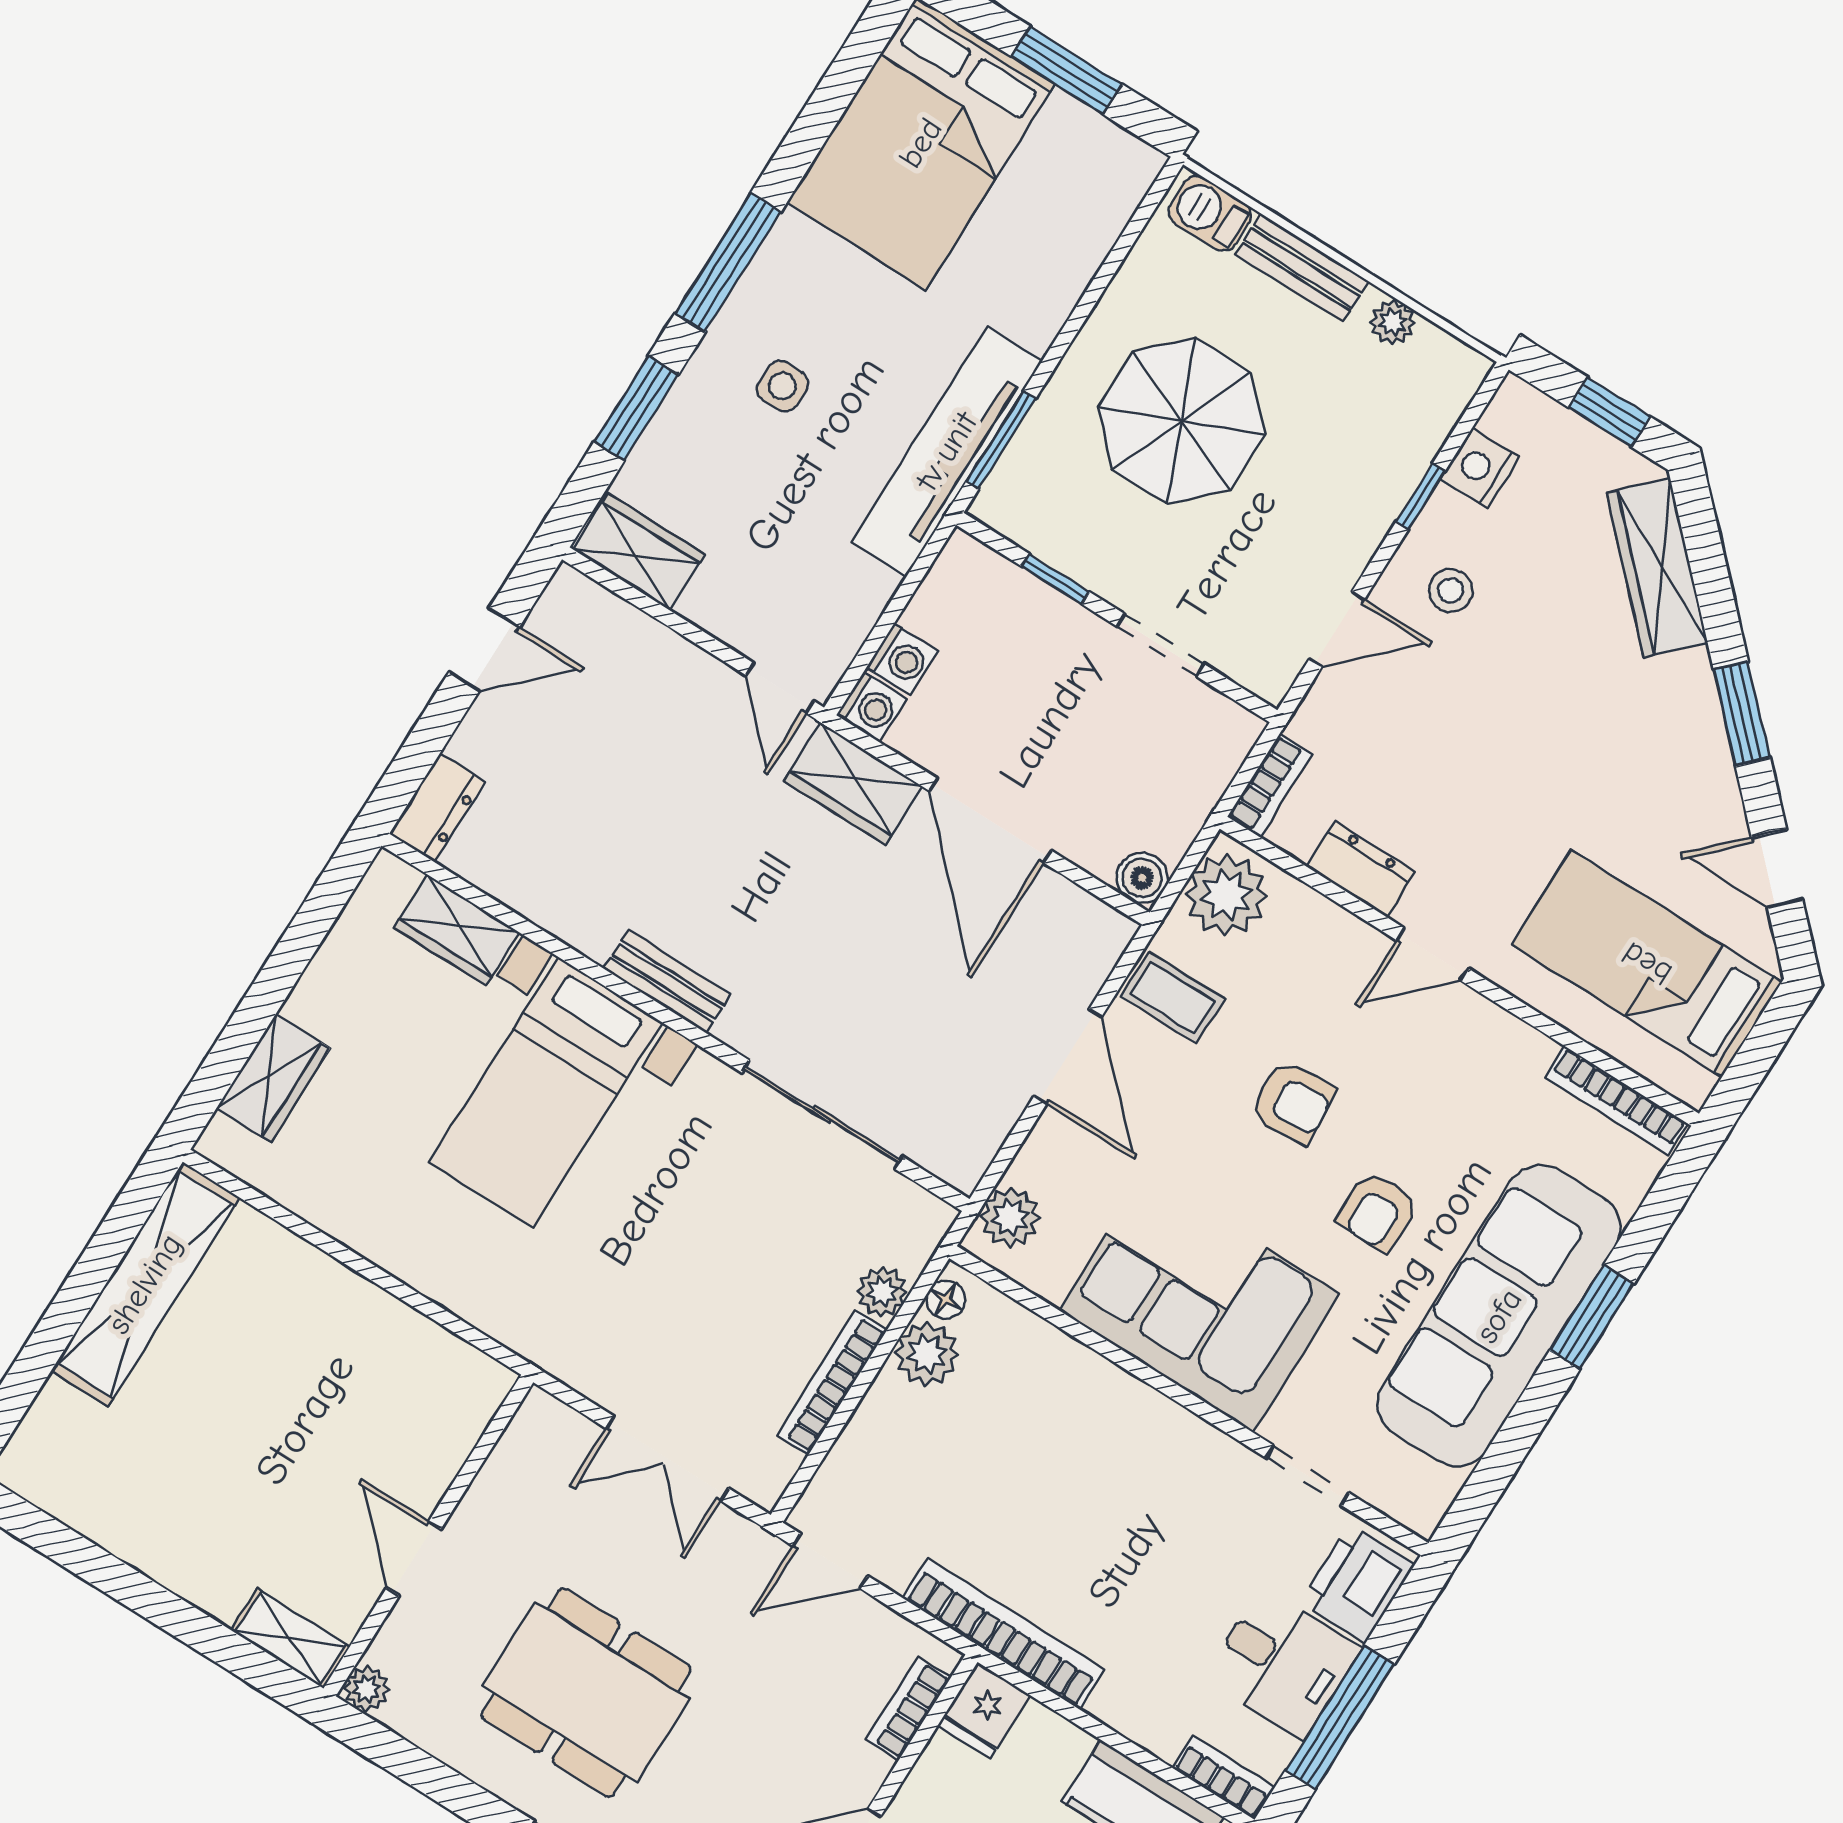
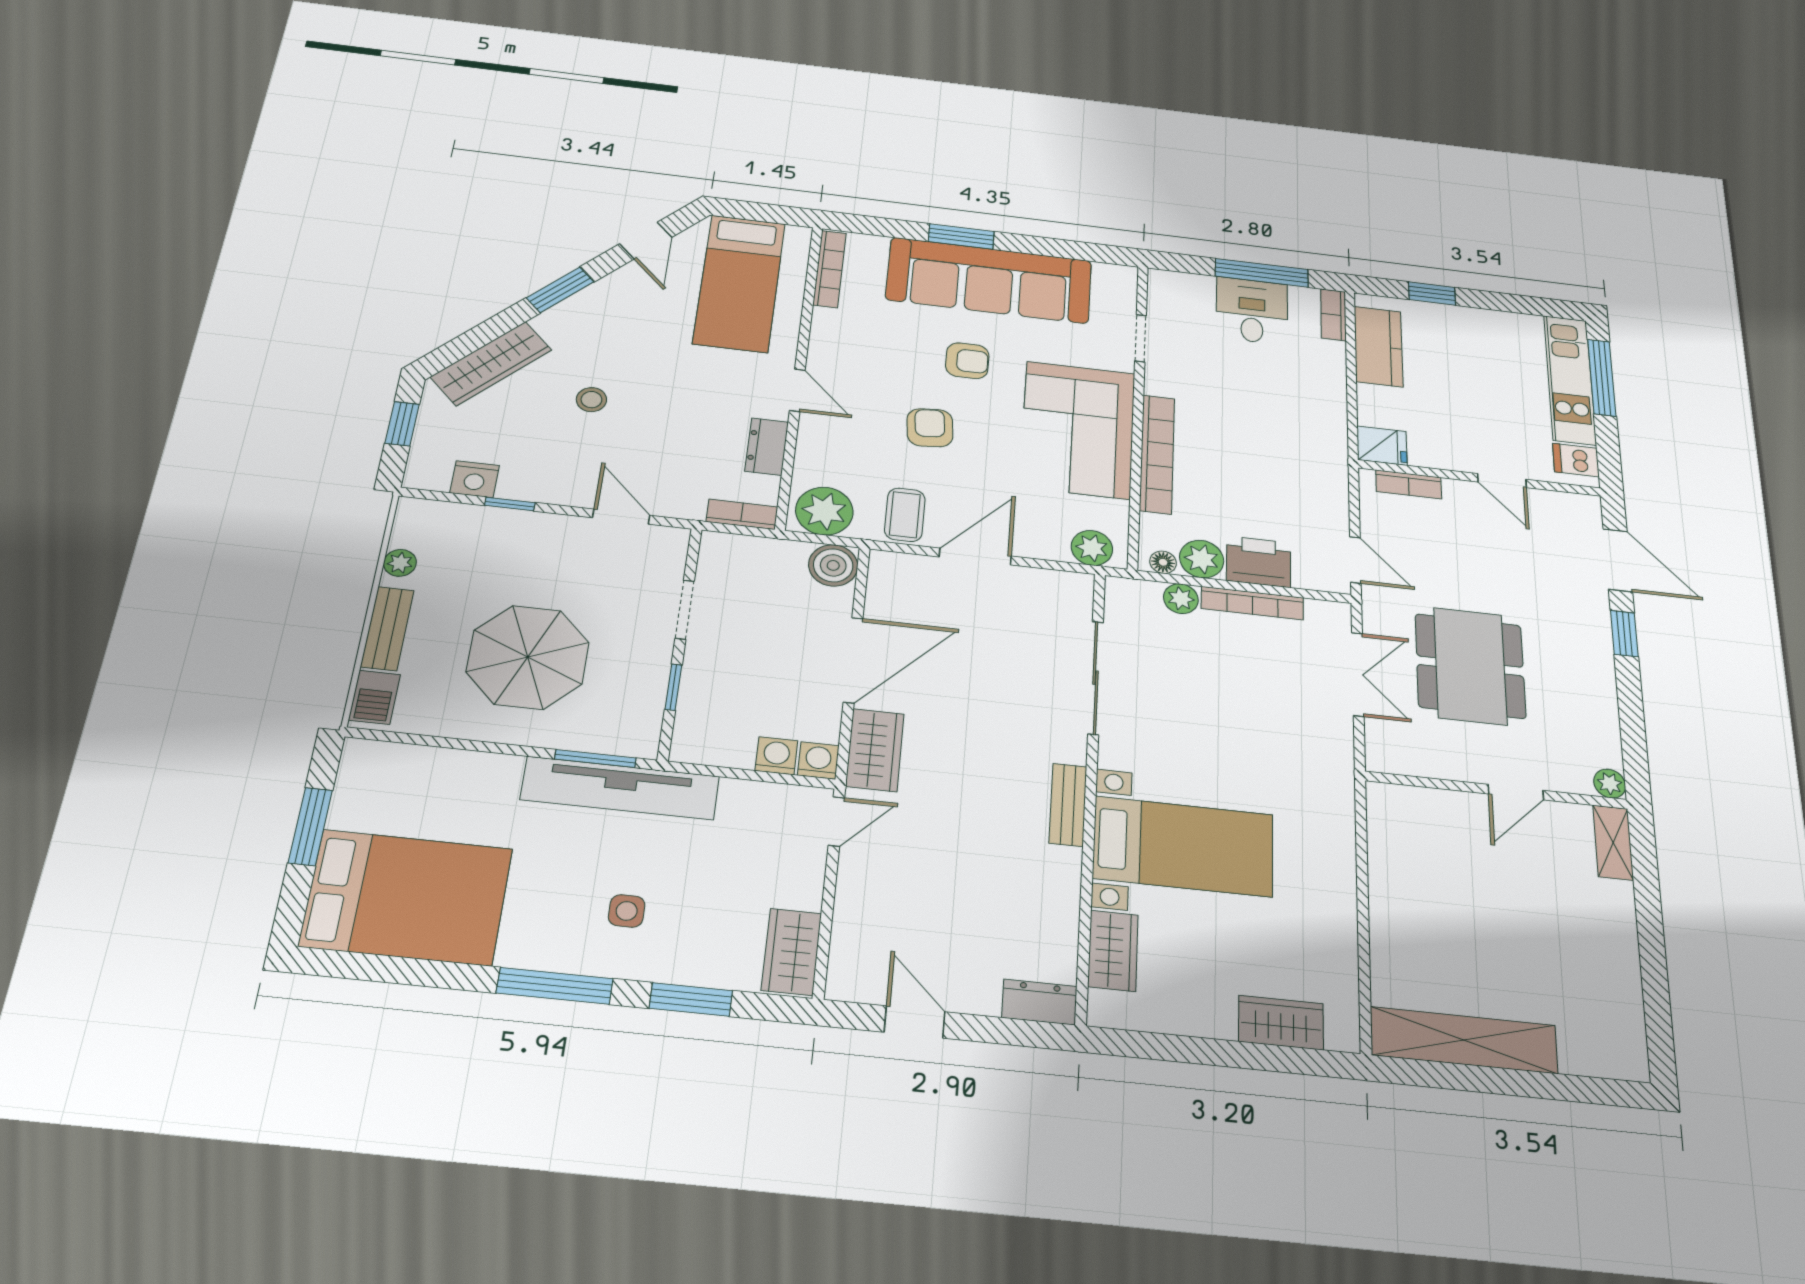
stool: (1451, 590) -> (591, 400), moved
boiler: (1142, 878) -> (833, 565), width x1.36, depth x1.36
printer: (1357, 1584) -> (1259, 562), moved, turned 180
bookcase: (1004, 1634) -> (1157, 454), moved, turned 180
dining table: (586, 1692) -> (1470, 666), moved

